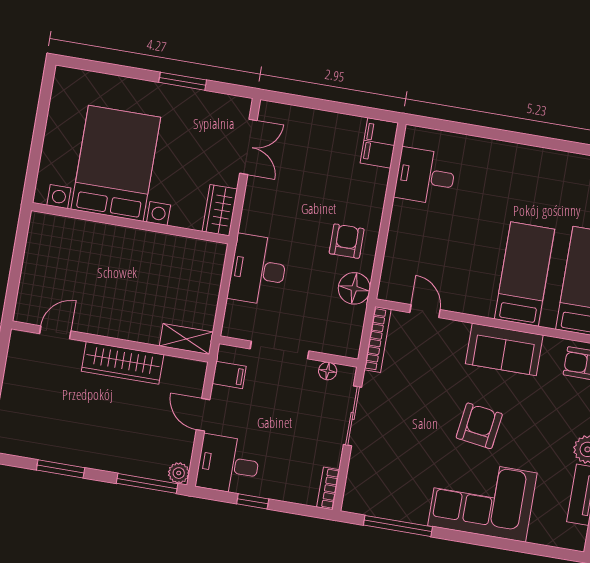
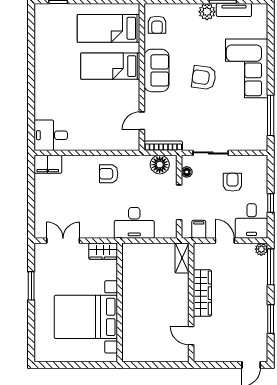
desk: (425, 176) -> (51, 135), moved, turned 90
floor lamp: (354, 288) -> (160, 165), moved
door: (203, 415) -> (225, 241), swing flipped
armchair: (298, 444) -> (232, 182), added
bookcase: (328, 488) -> (256, 160), removed

